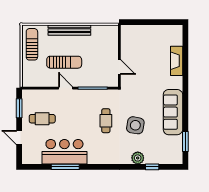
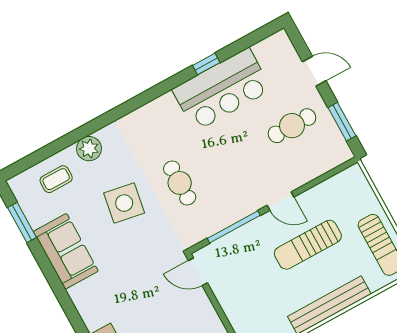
door: (119, 67) -> (198, 272), moved
sofa: (173, 112) -> (66, 251), width x0.73
coffee table: (160, 152) -> (56, 179), added
window: (65, 167) -> (206, 64), width x0.46
window: (152, 167) -> (55, 147), removed

